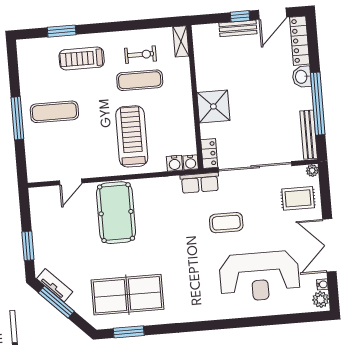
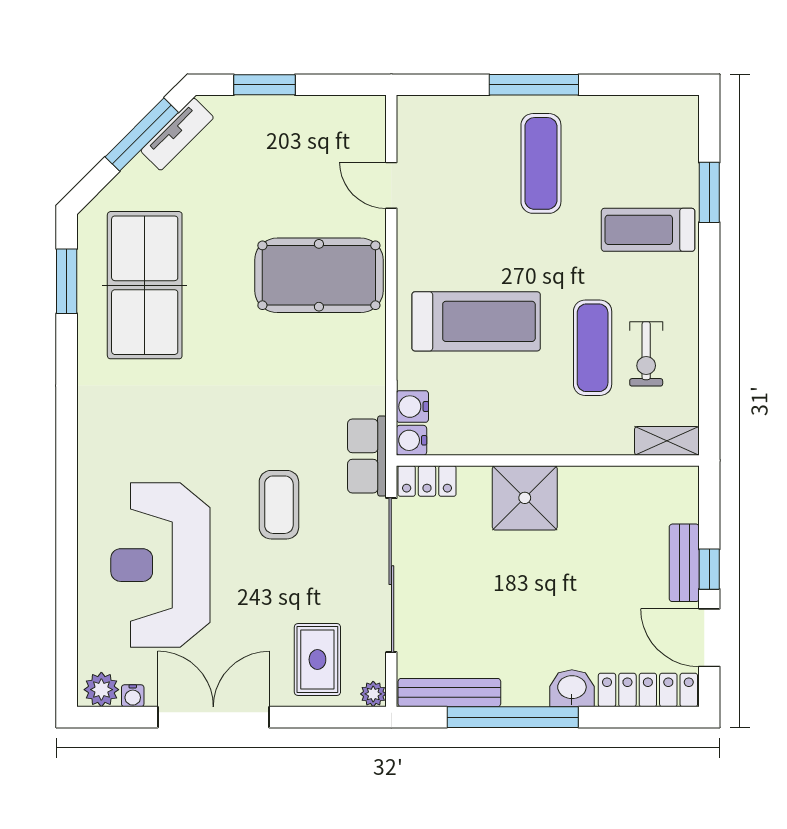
treadmill: (82, 59) -> (648, 230), turned -90

